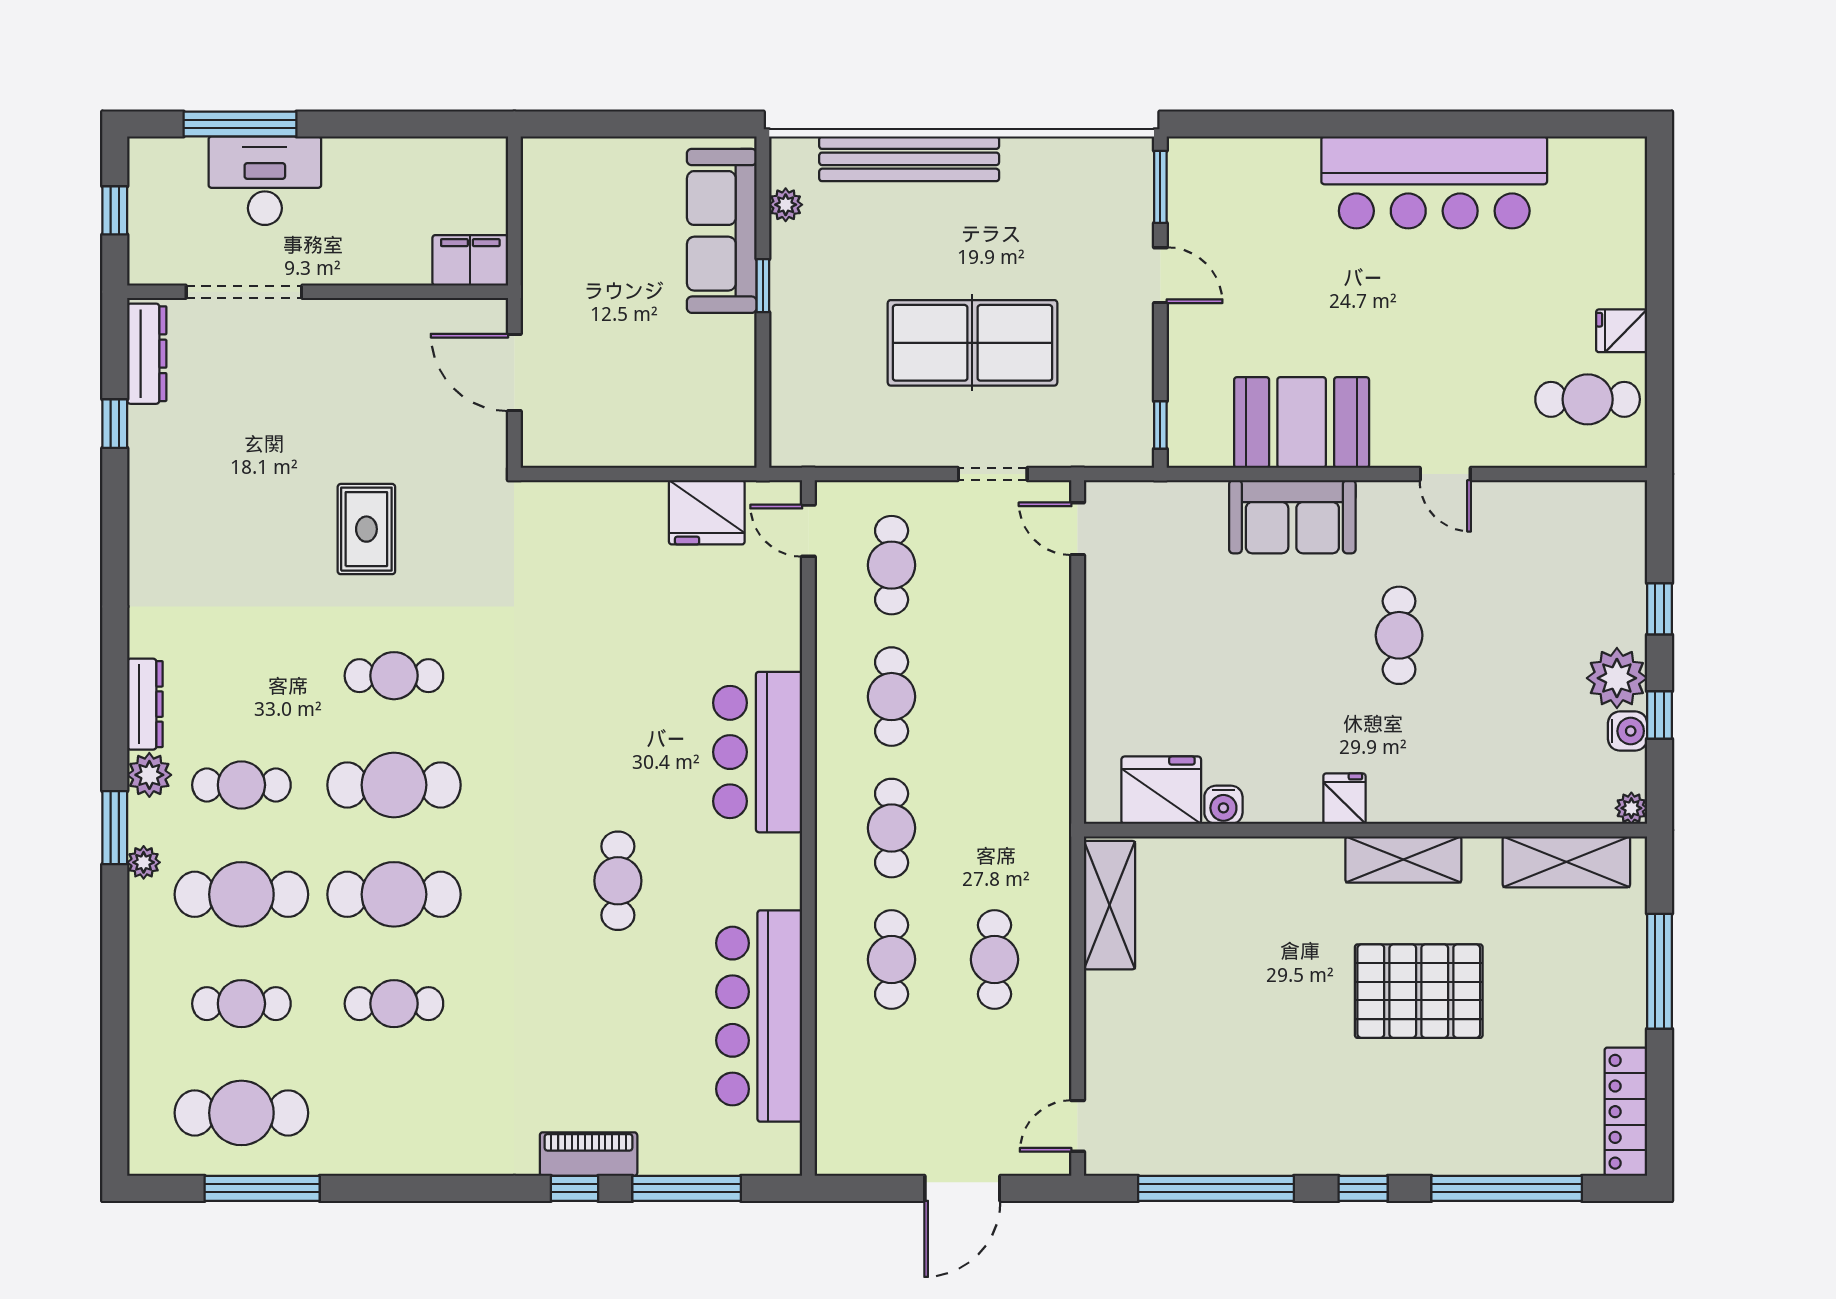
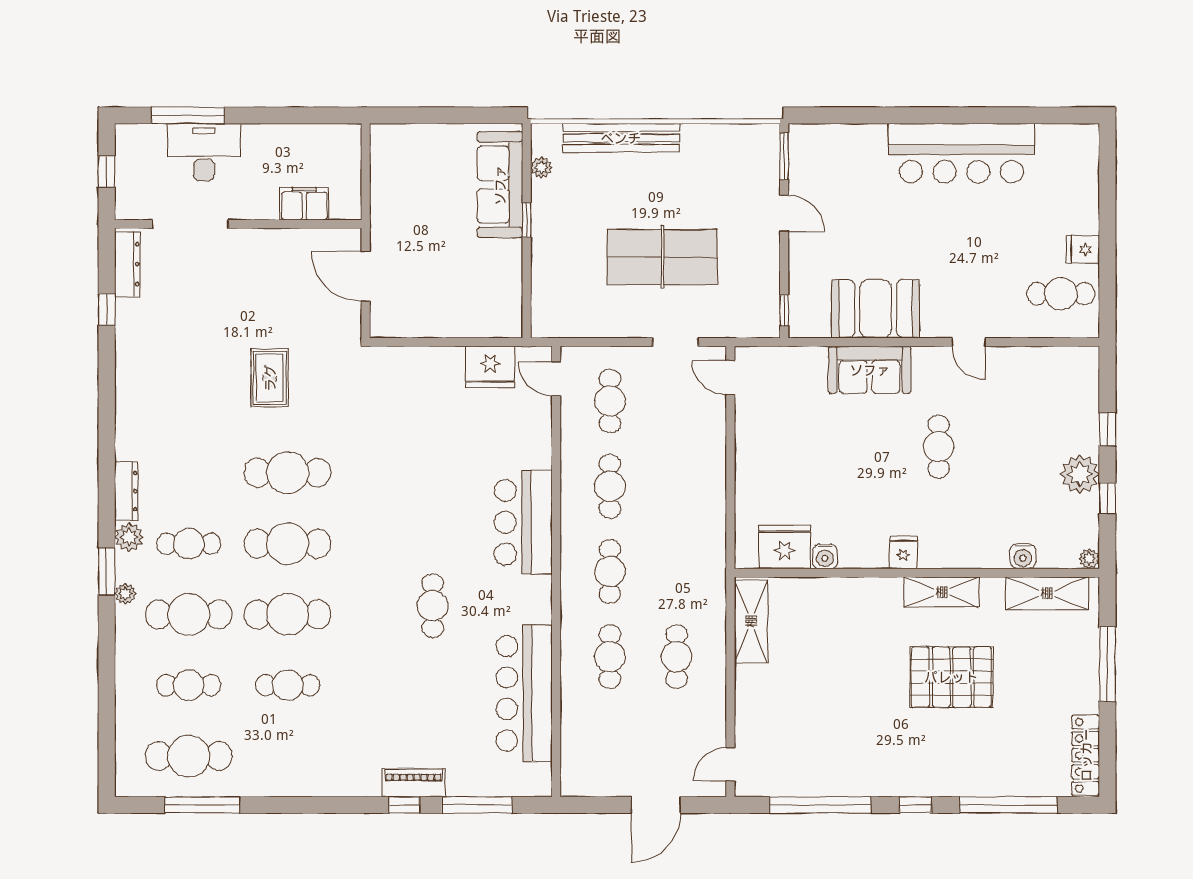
filing cabinet: (470, 260) -> (304, 204), moved
cafe table: (394, 676) -> (288, 473), width x1.37, depth x1.35
water cooler: (1628, 731) -> (1023, 556), moved, turned 90

